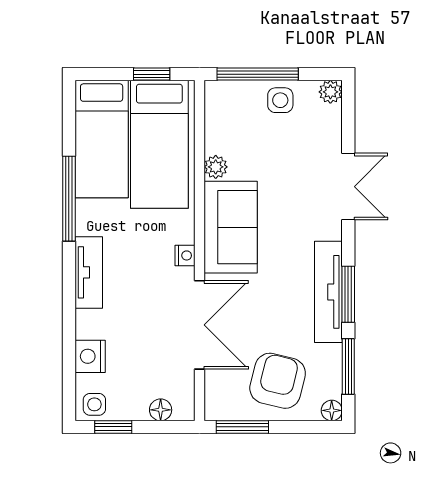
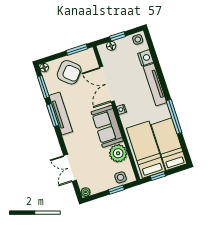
window: (258, 74) -> (116, 190), width x0.46
side table: (280, 100) -> (120, 177), moved
plant: (216, 167) -> (118, 153), width x1.87, depth x1.87
double door: (348, 187) -> (70, 168), moved
tv unit: (89, 272) -> (155, 85), width x1.41
armchair: (278, 381) -> (69, 72), turned -63
window: (113, 427) -> (118, 36), moved

